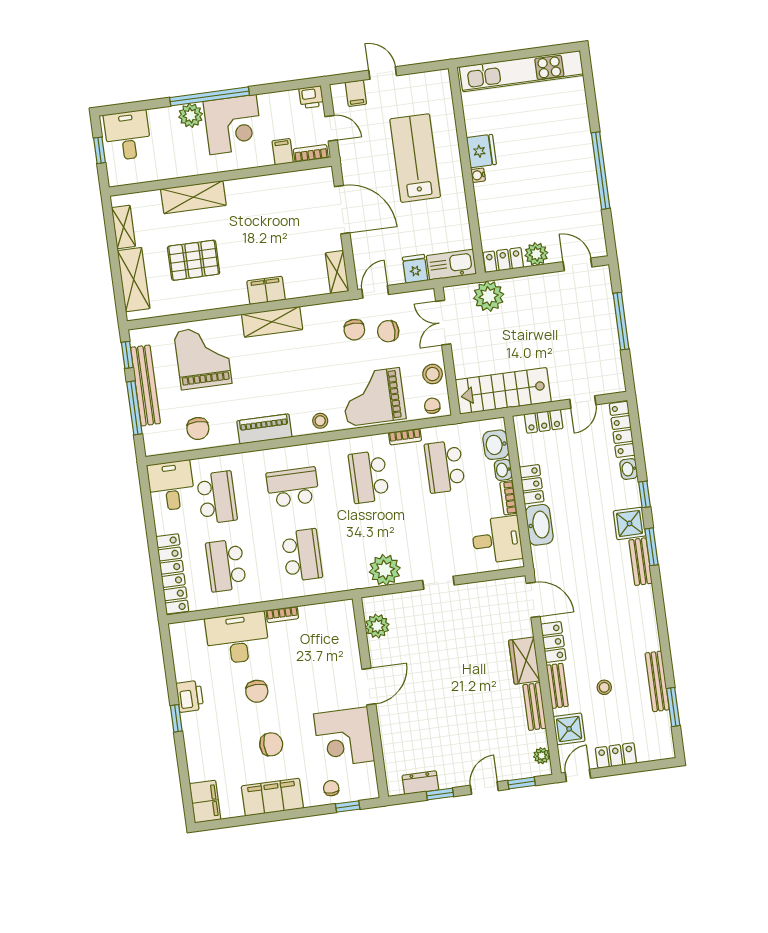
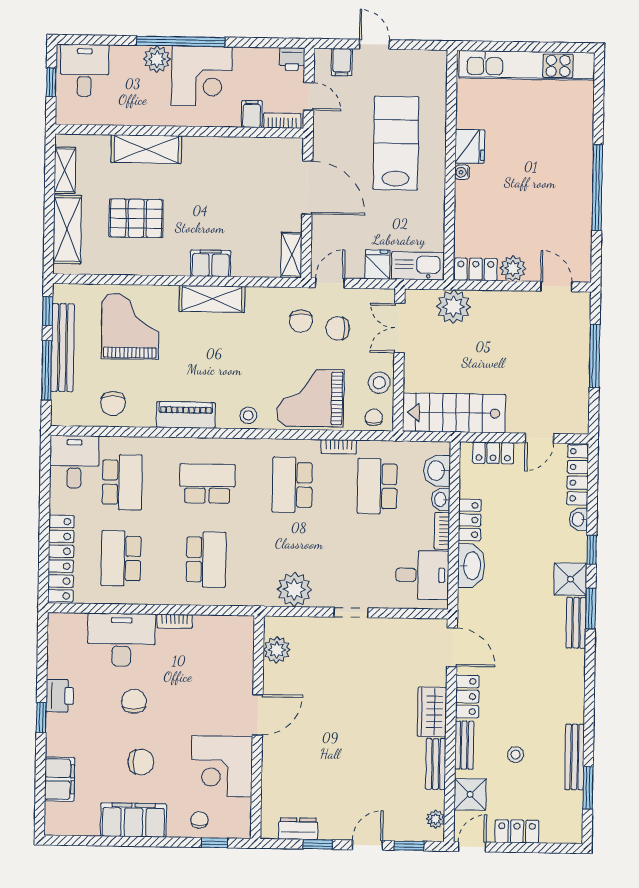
chair: (257, 691) -> (134, 701), turned 180
filing cabinet: (205, 802) -> (60, 779), moved

